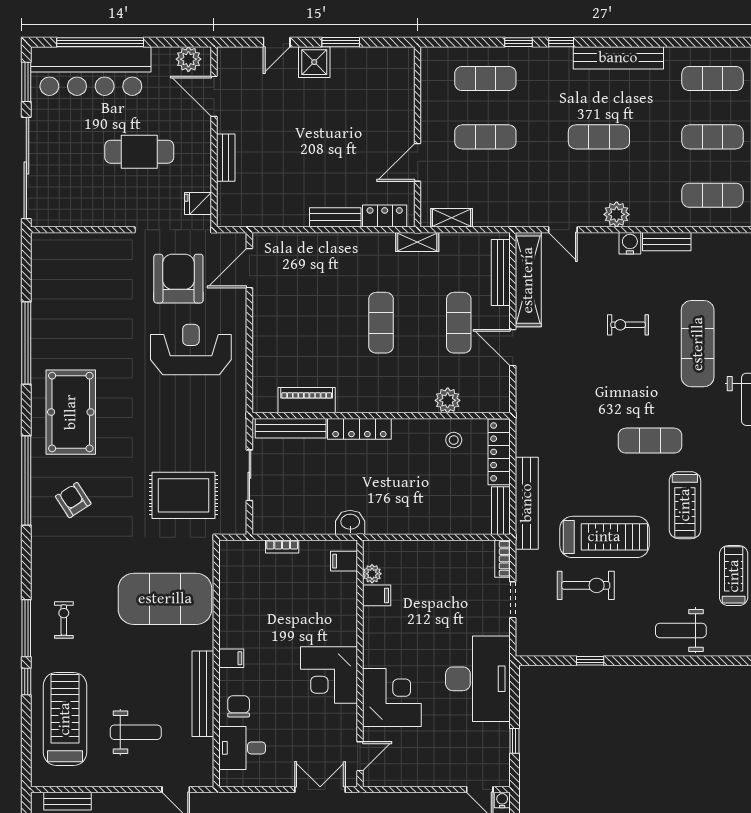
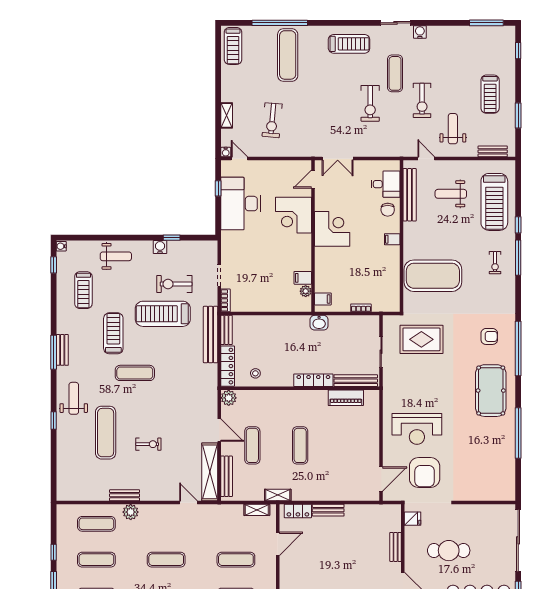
plant: (617, 214) -> (131, 512), moved
water cooler: (630, 243) -> (160, 247), moved, turned 180
plant: (448, 400) -> (229, 398), moved
armchair: (73, 500) -> (489, 336), turned -57
desk: (478, 679) -> (241, 204), moved
bench: (203, 694) -> (410, 195), moved

